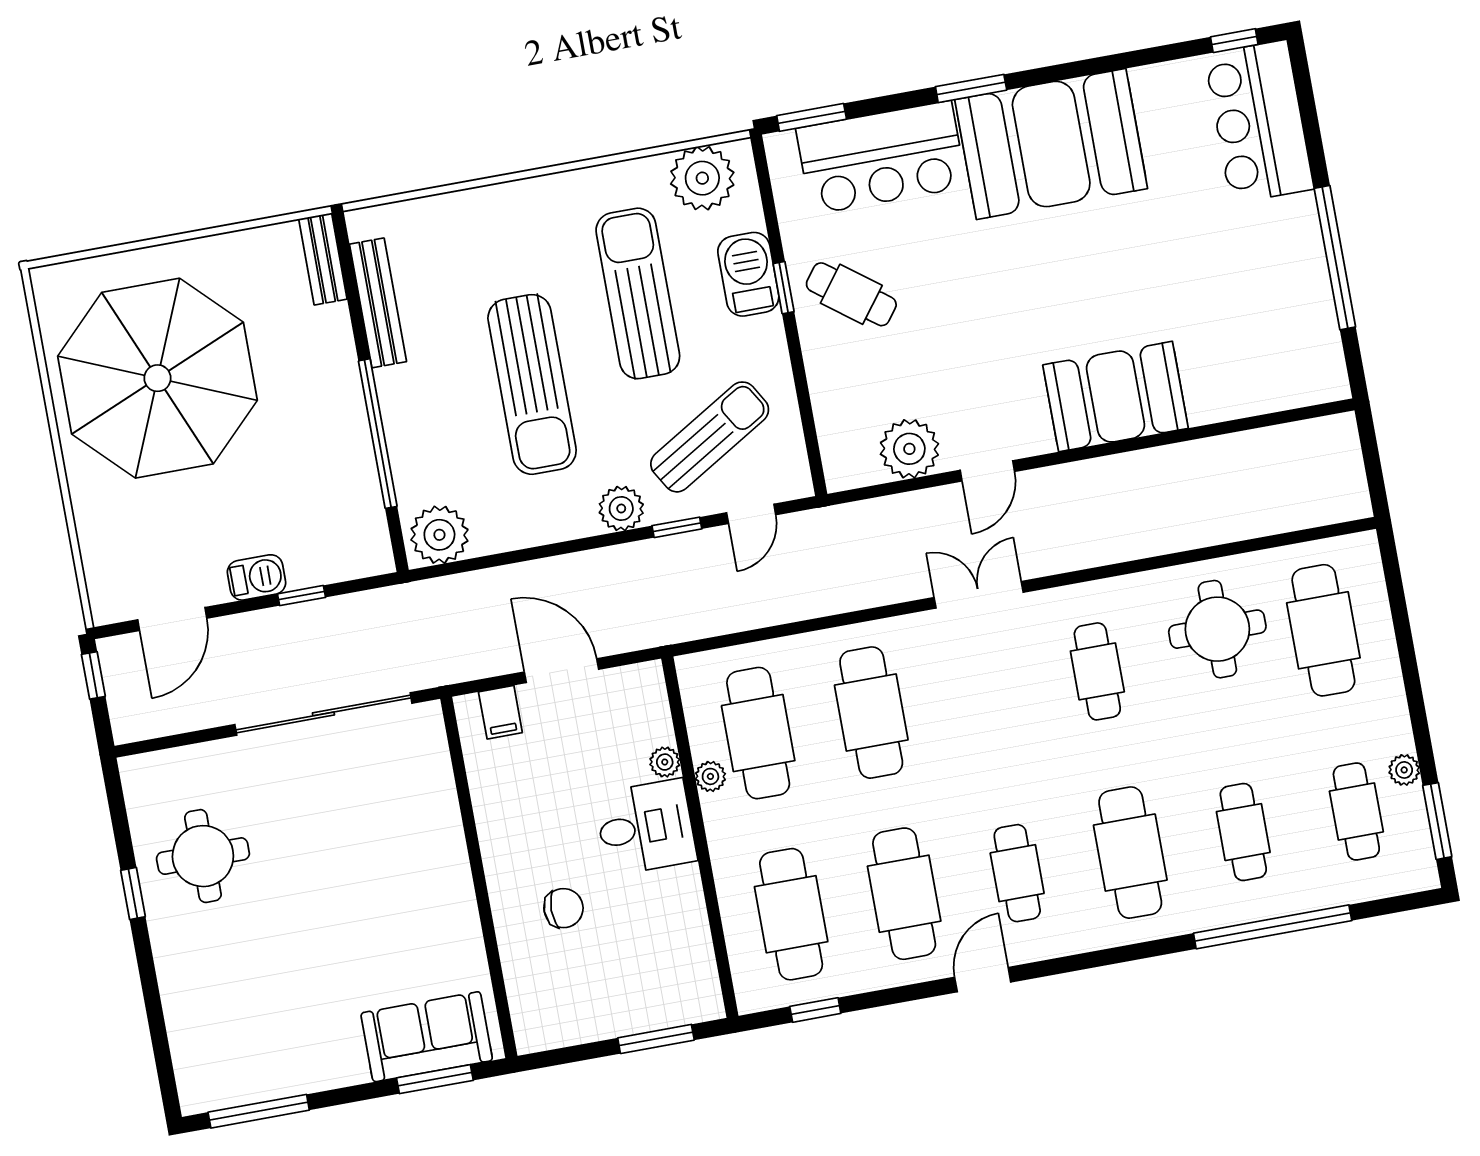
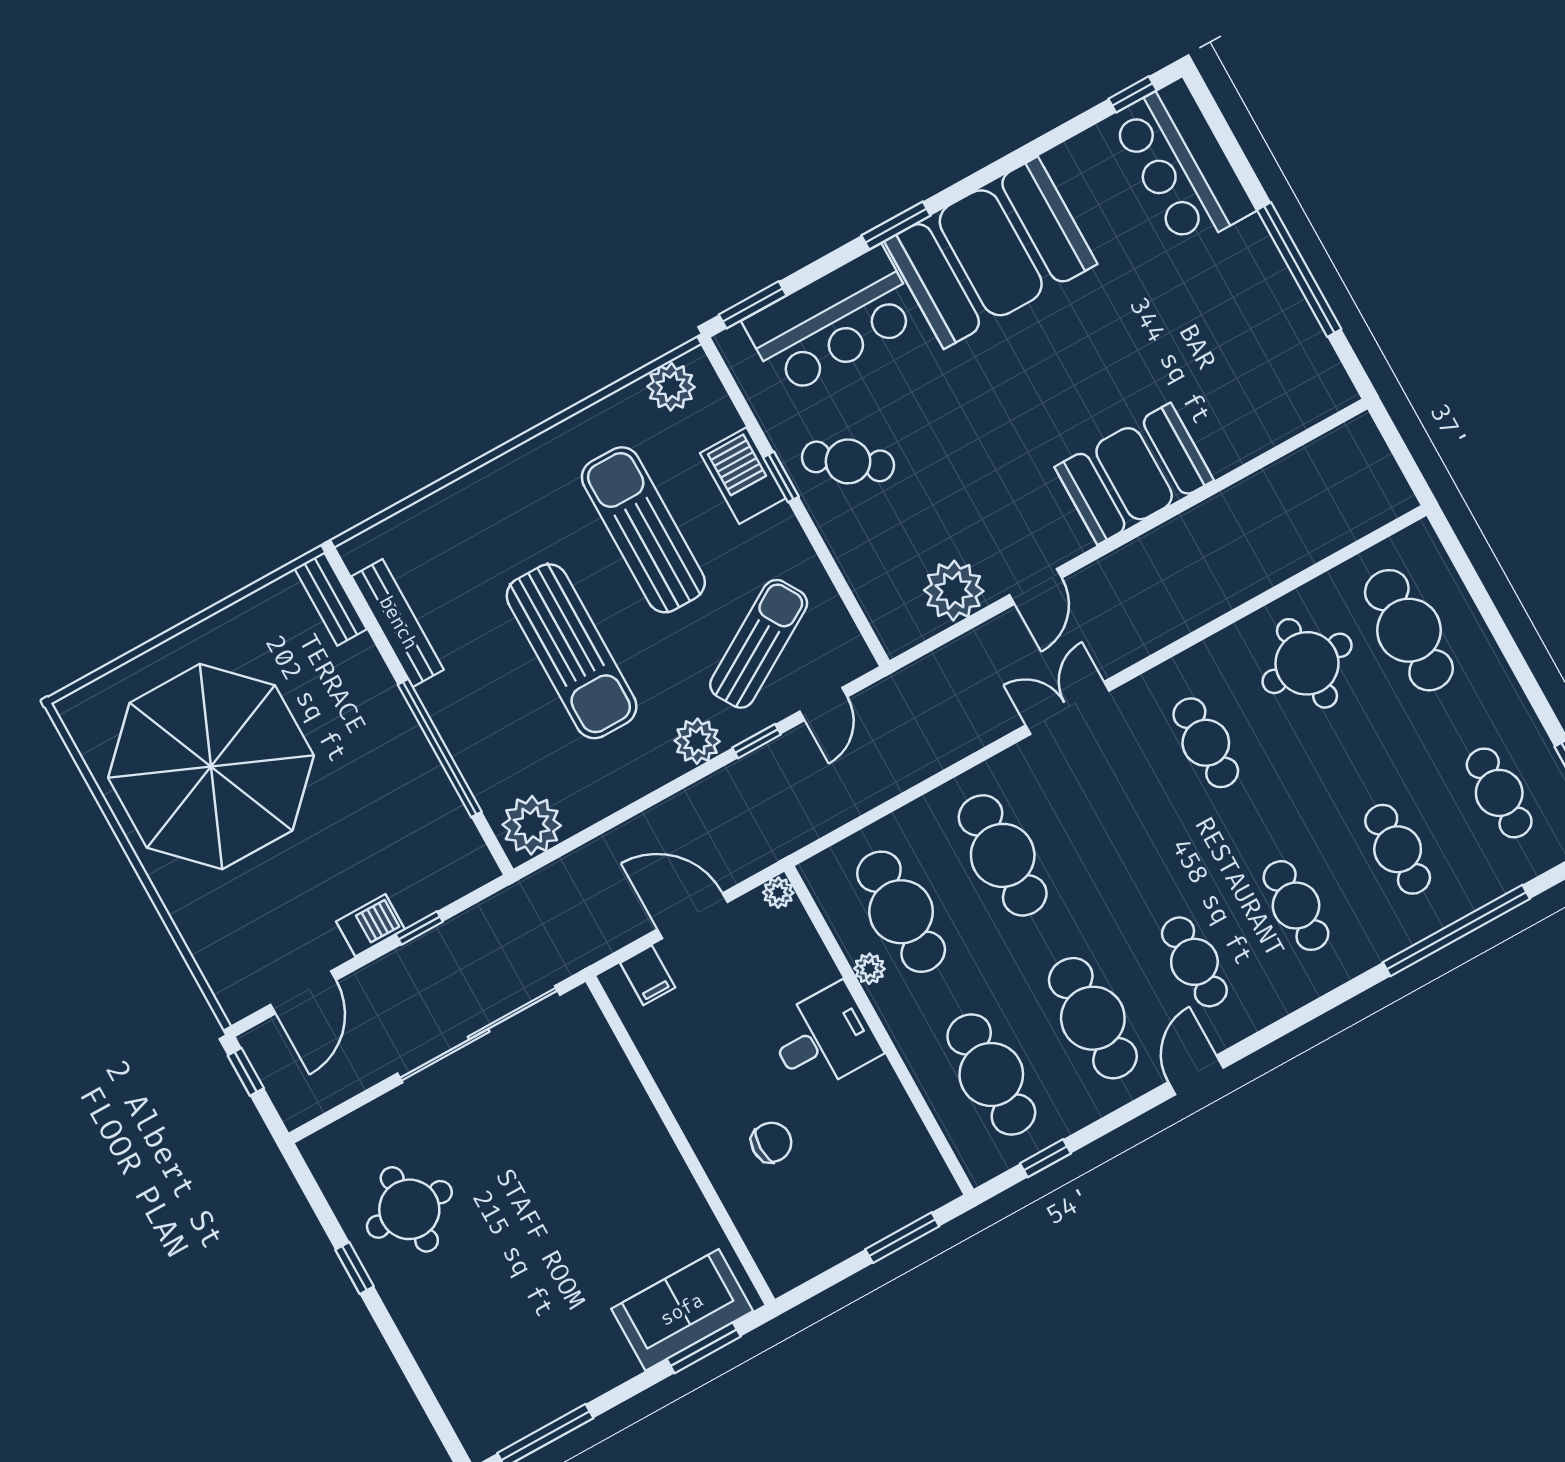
plant: (702, 178) -> (671, 387), width x0.73, depth x0.73
plant: (665, 762) -> (778, 893), moved
plant: (1404, 770) -> (1531, 738), removed
cafe table: (1130, 853) -> (1296, 906), width x0.73, depth x0.74

